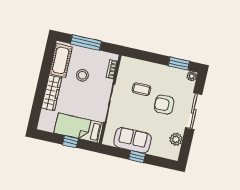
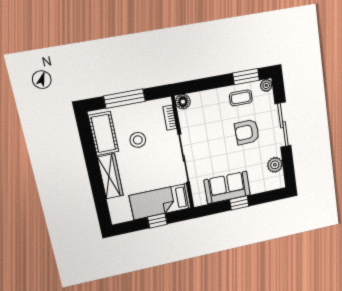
floor lamp: (126, 62) -> (183, 102), added
coffee table: (141, 89) -> (241, 98), moved

